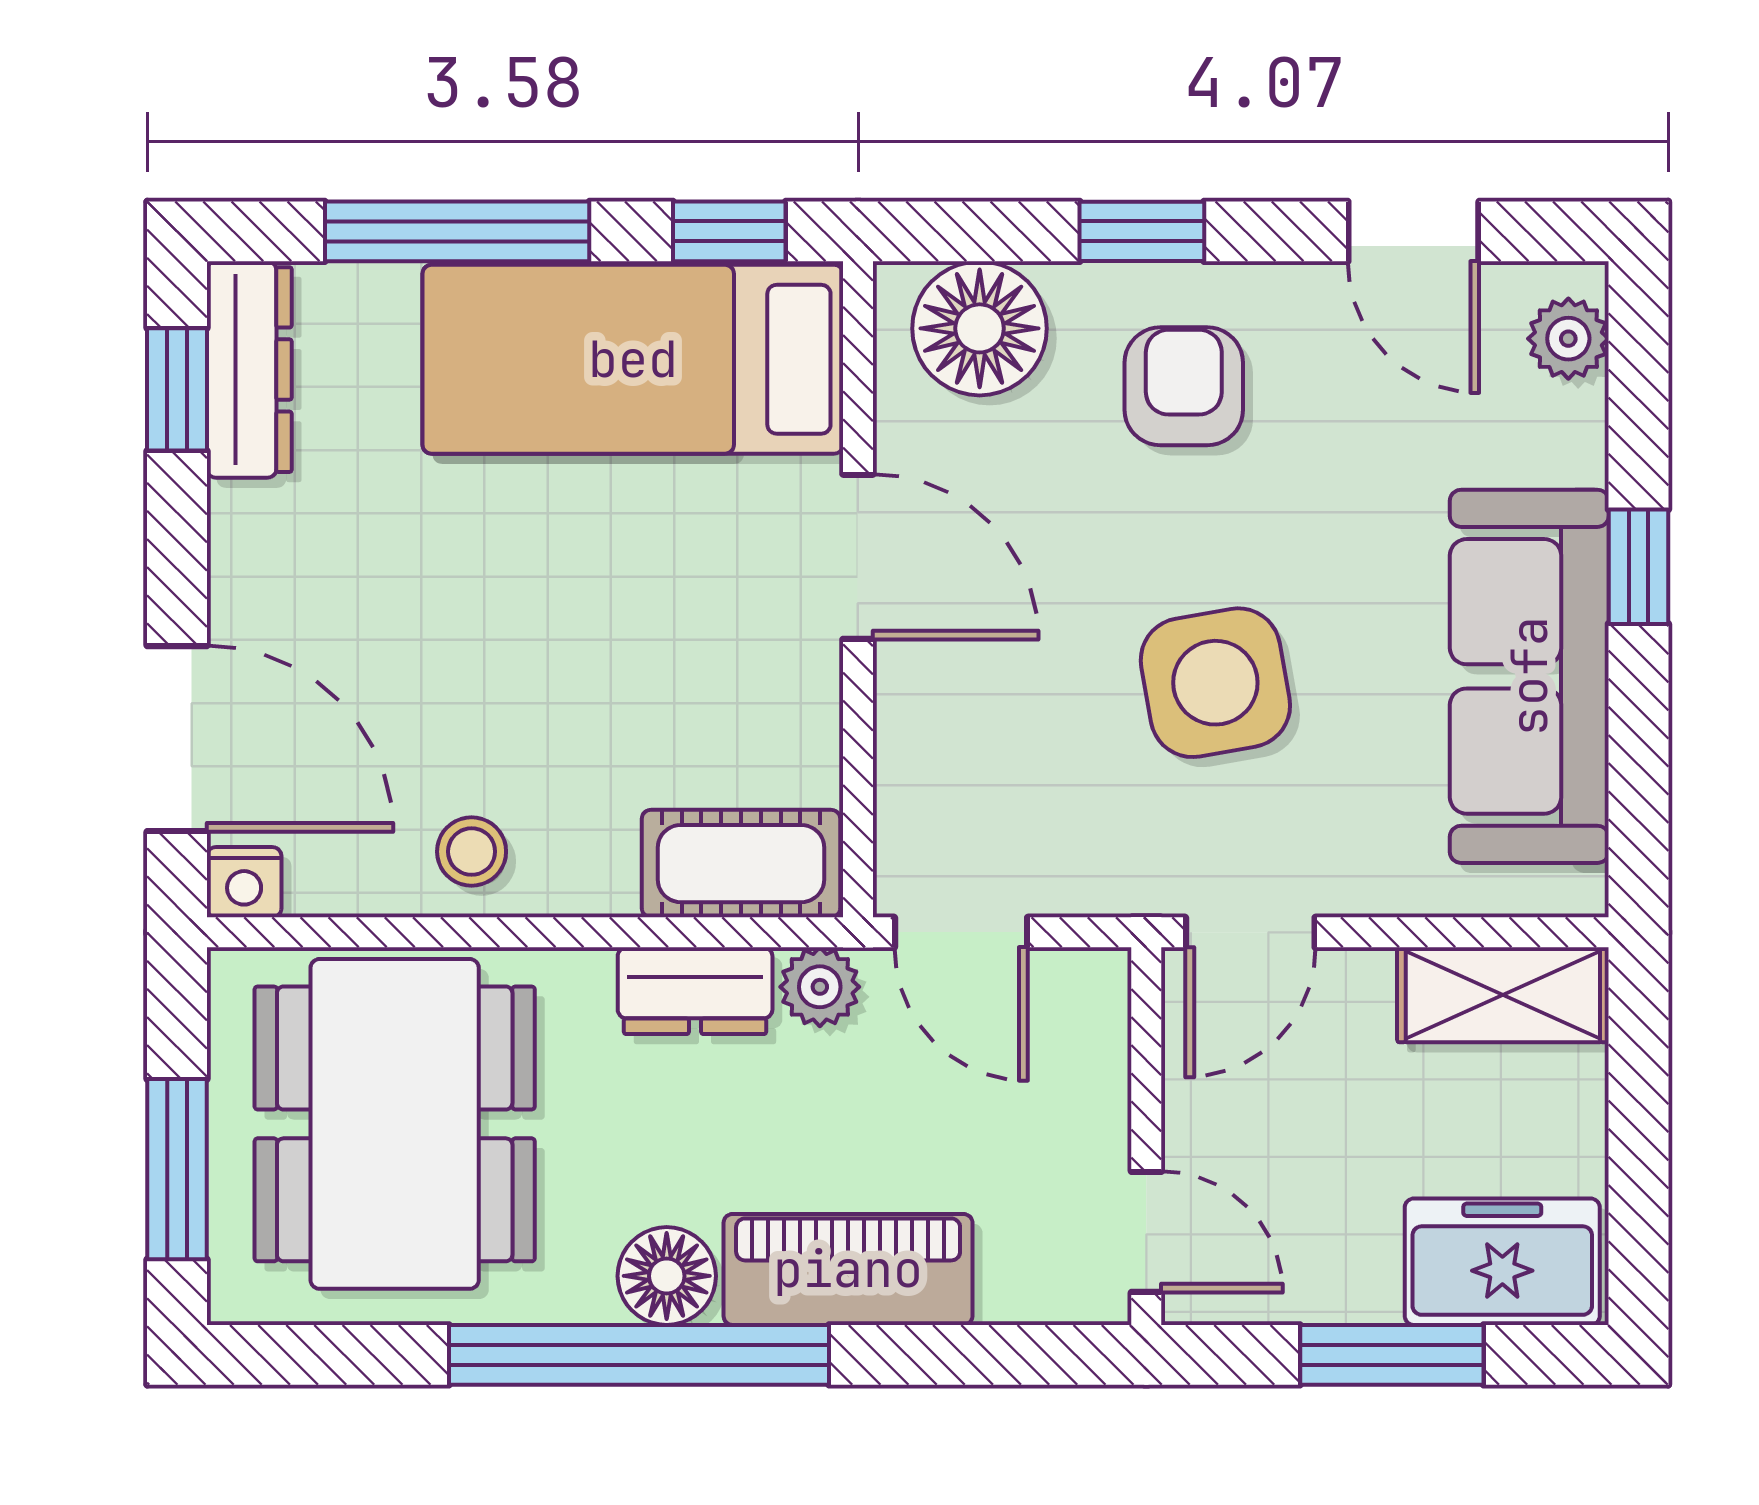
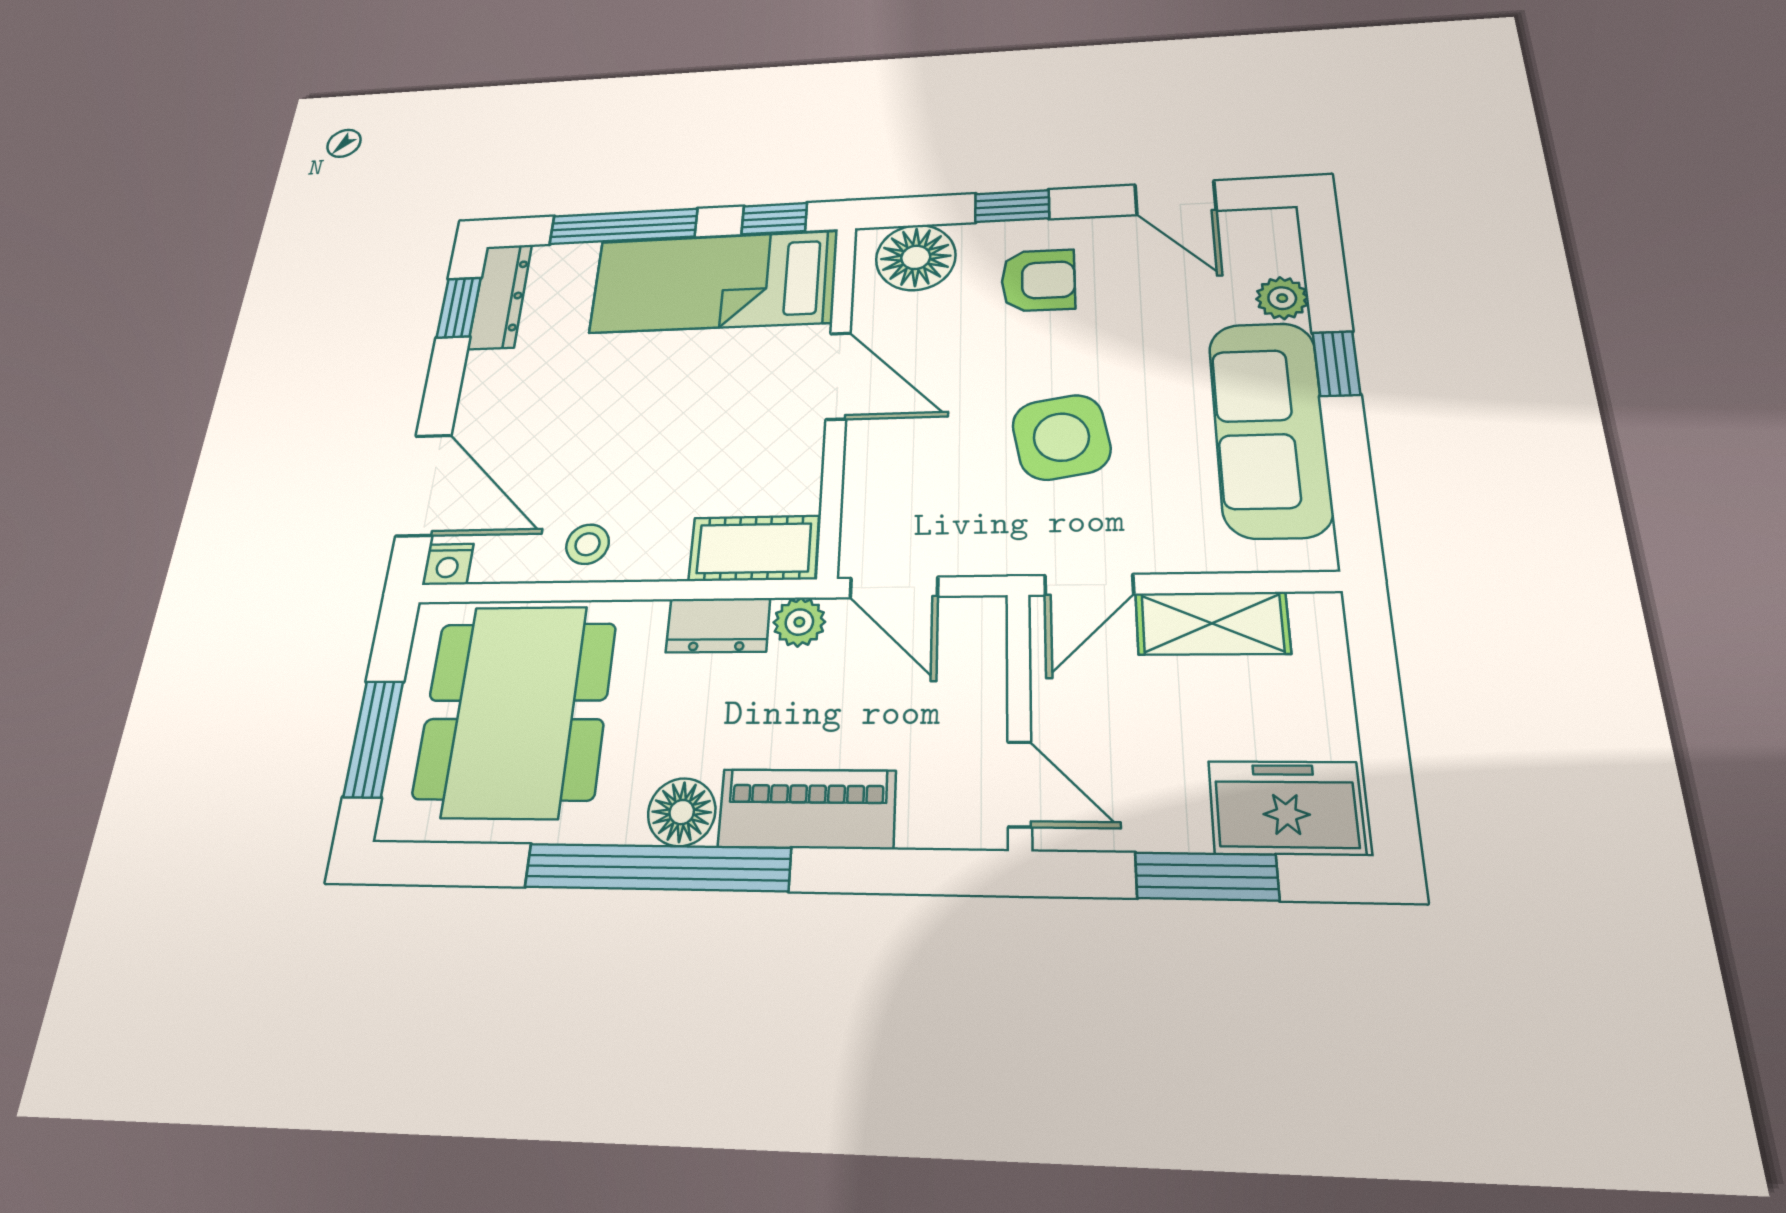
plant: (1568, 339) -> (1282, 298), moved
armchair: (1184, 386) -> (1038, 280), turned 90
shelving: (1503, 995) -> (1212, 623), moved

